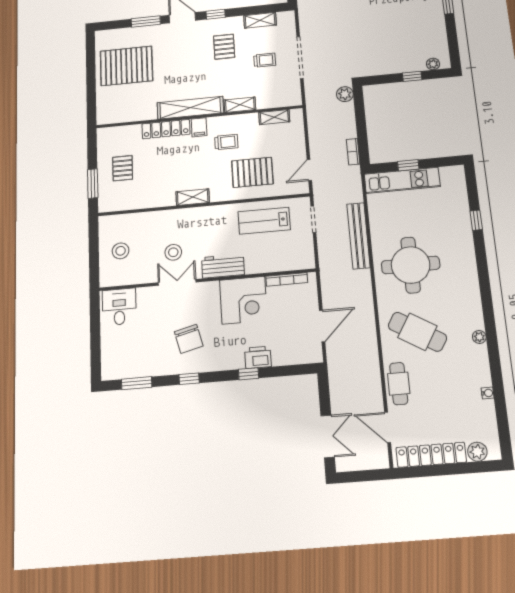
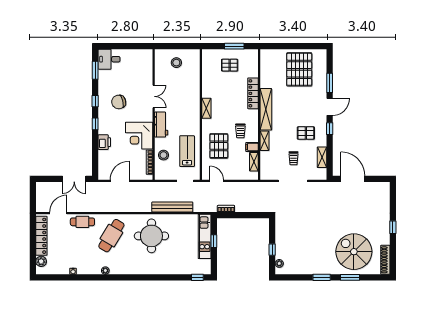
plant: (345, 94) -> (265, 207), removed
filing cabinet: (199, 127) -> (252, 147), moved
window: (93, 184) -> (234, 46), moved
window: (476, 220) -> (197, 277), moved
stool: (173, 252) -> (163, 155), moved
desk: (119, 307) -> (109, 59), moved, turned 180
door: (322, 326) -> (120, 181), swing flipped
window: (249, 374) -> (95, 124), moved
double door: (328, 436) -> (74, 179), moved

